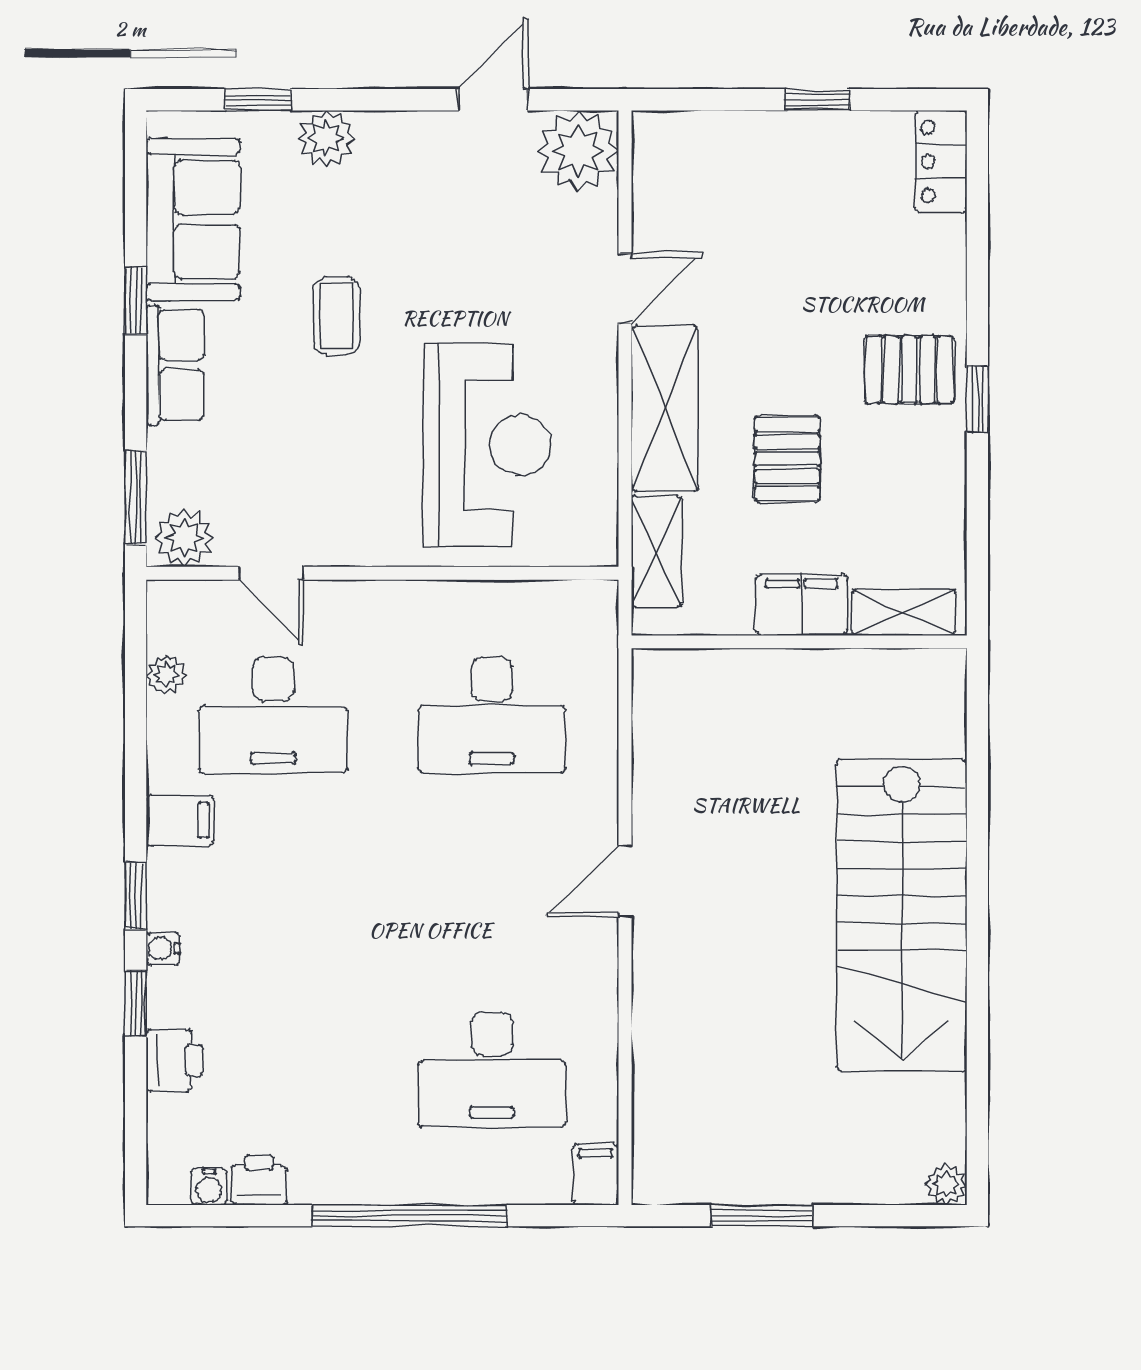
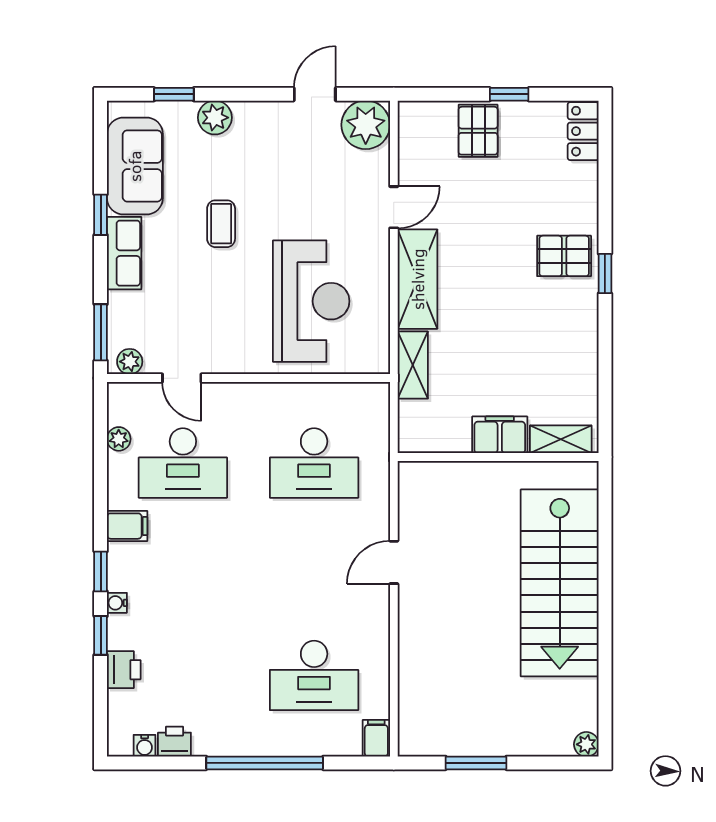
pallet: (787, 459) -> (478, 131), moved
plant: (184, 538) -> (130, 362), width x0.73, depth x0.73
filing cabinet: (802, 605) -> (500, 435), moved
shelving: (904, 612) -> (561, 439), moved
wall: (799, 642) -> (498, 457), moved

